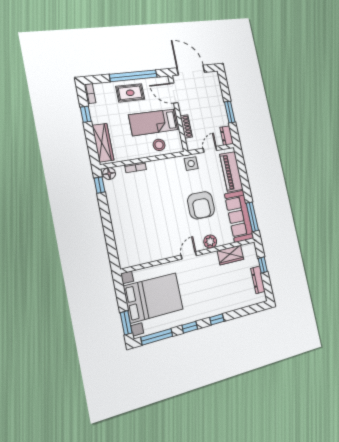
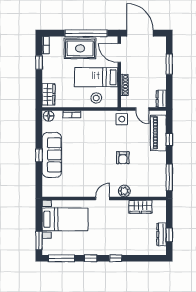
rug: (130, 93) -> (80, 48), width x1.36, depth x1.43
window: (230, 112) -> (169, 64), moved
wardrobe: (103, 143) -> (49, 94), width x0.67
door: (210, 149) -> (142, 109), swing flipped
window: (244, 177) -> (169, 140), added
window: (100, 185) -> (39, 155), moved
armchair: (201, 205) -> (123, 158), width x0.53, depth x0.53
sofa: (239, 216) -> (52, 155), moved, turned 180
window: (263, 265) -> (169, 235), moved
bed with nightstands: (153, 298) -> (65, 219), width x0.73

